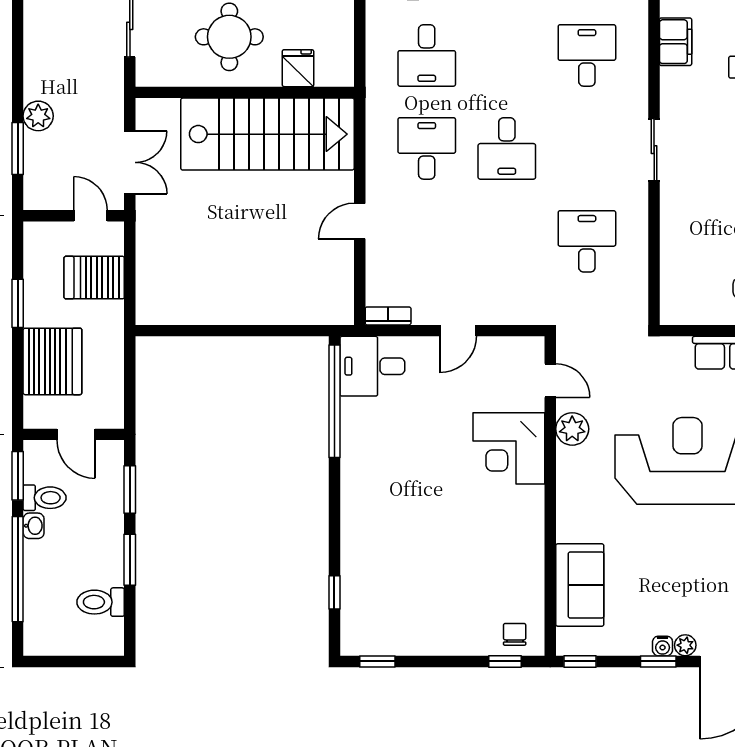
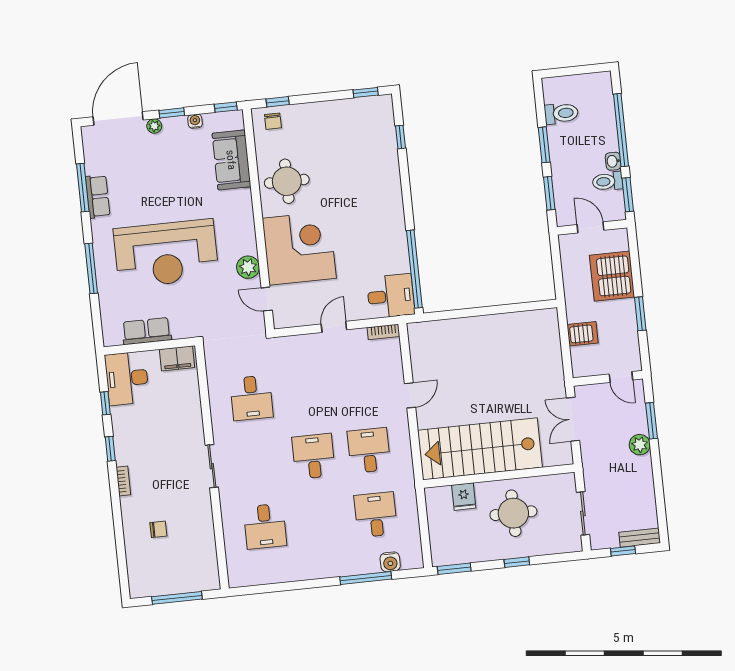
filing cabinet: (676, 42) -> (177, 358), moved, turned -90
desk: (427, 148) -> (369, 450), turned 180
door: (91, 216) -> (621, 377), moved
server rack: (94, 278) -> (583, 334), width x0.73, depth x0.70
corner desk: (509, 448) -> (299, 248), width x1.36, depth x1.36
round table: (504, 546) -> (287, 181), added
water cooler: (663, 646) -> (195, 121), moved

